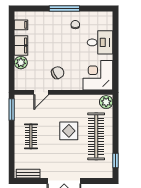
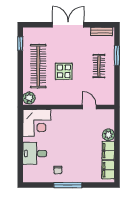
filing cabinet: (21, 25) -> (108, 170), width x2.00
chair: (58, 73) -> (74, 125), removed
door: (41, 92) -> (89, 107), hinge flipped
window: (12, 110) -> (117, 55), moved

